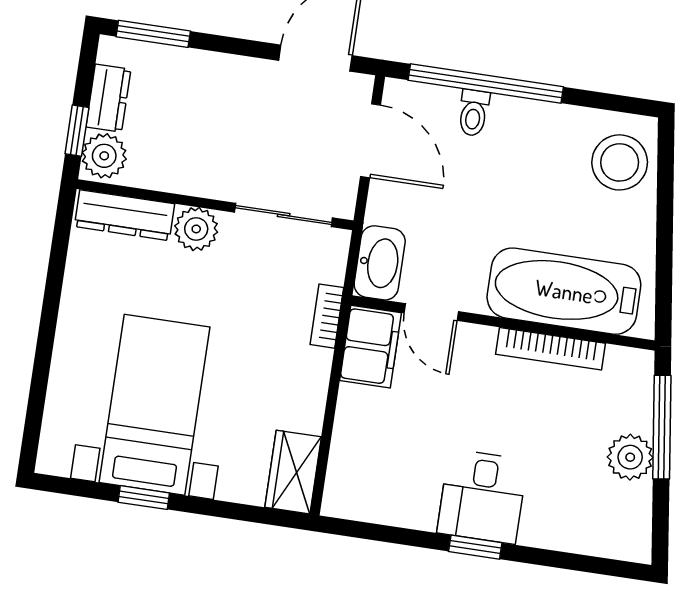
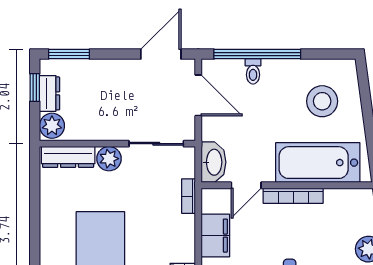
window: (77, 131) -> (35, 88), moved
stool: (620, 162) -> (322, 101), moved
door: (431, 312) -> (246, 185), hinge flipped
filing cabinet: (371, 347) -> (215, 236), moved
bookcase: (551, 349) -> (293, 196), moved

